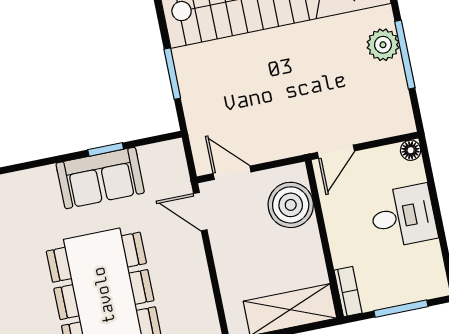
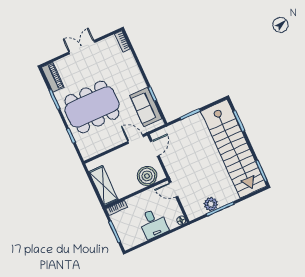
plant: (383, 45) -> (211, 204), moved
sofa: (100, 178) -> (146, 107), moved
door: (200, 212) -> (136, 139), hinge flipped

